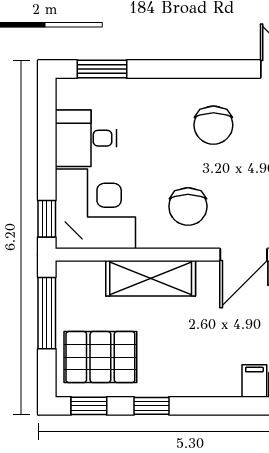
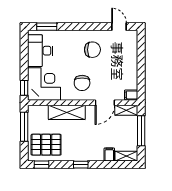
chair: (213, 125) -> (92, 50), turned -90
desk: (86, 138) -> (40, 51), width x1.37
window: (151, 406) -> (81, 165), moved

